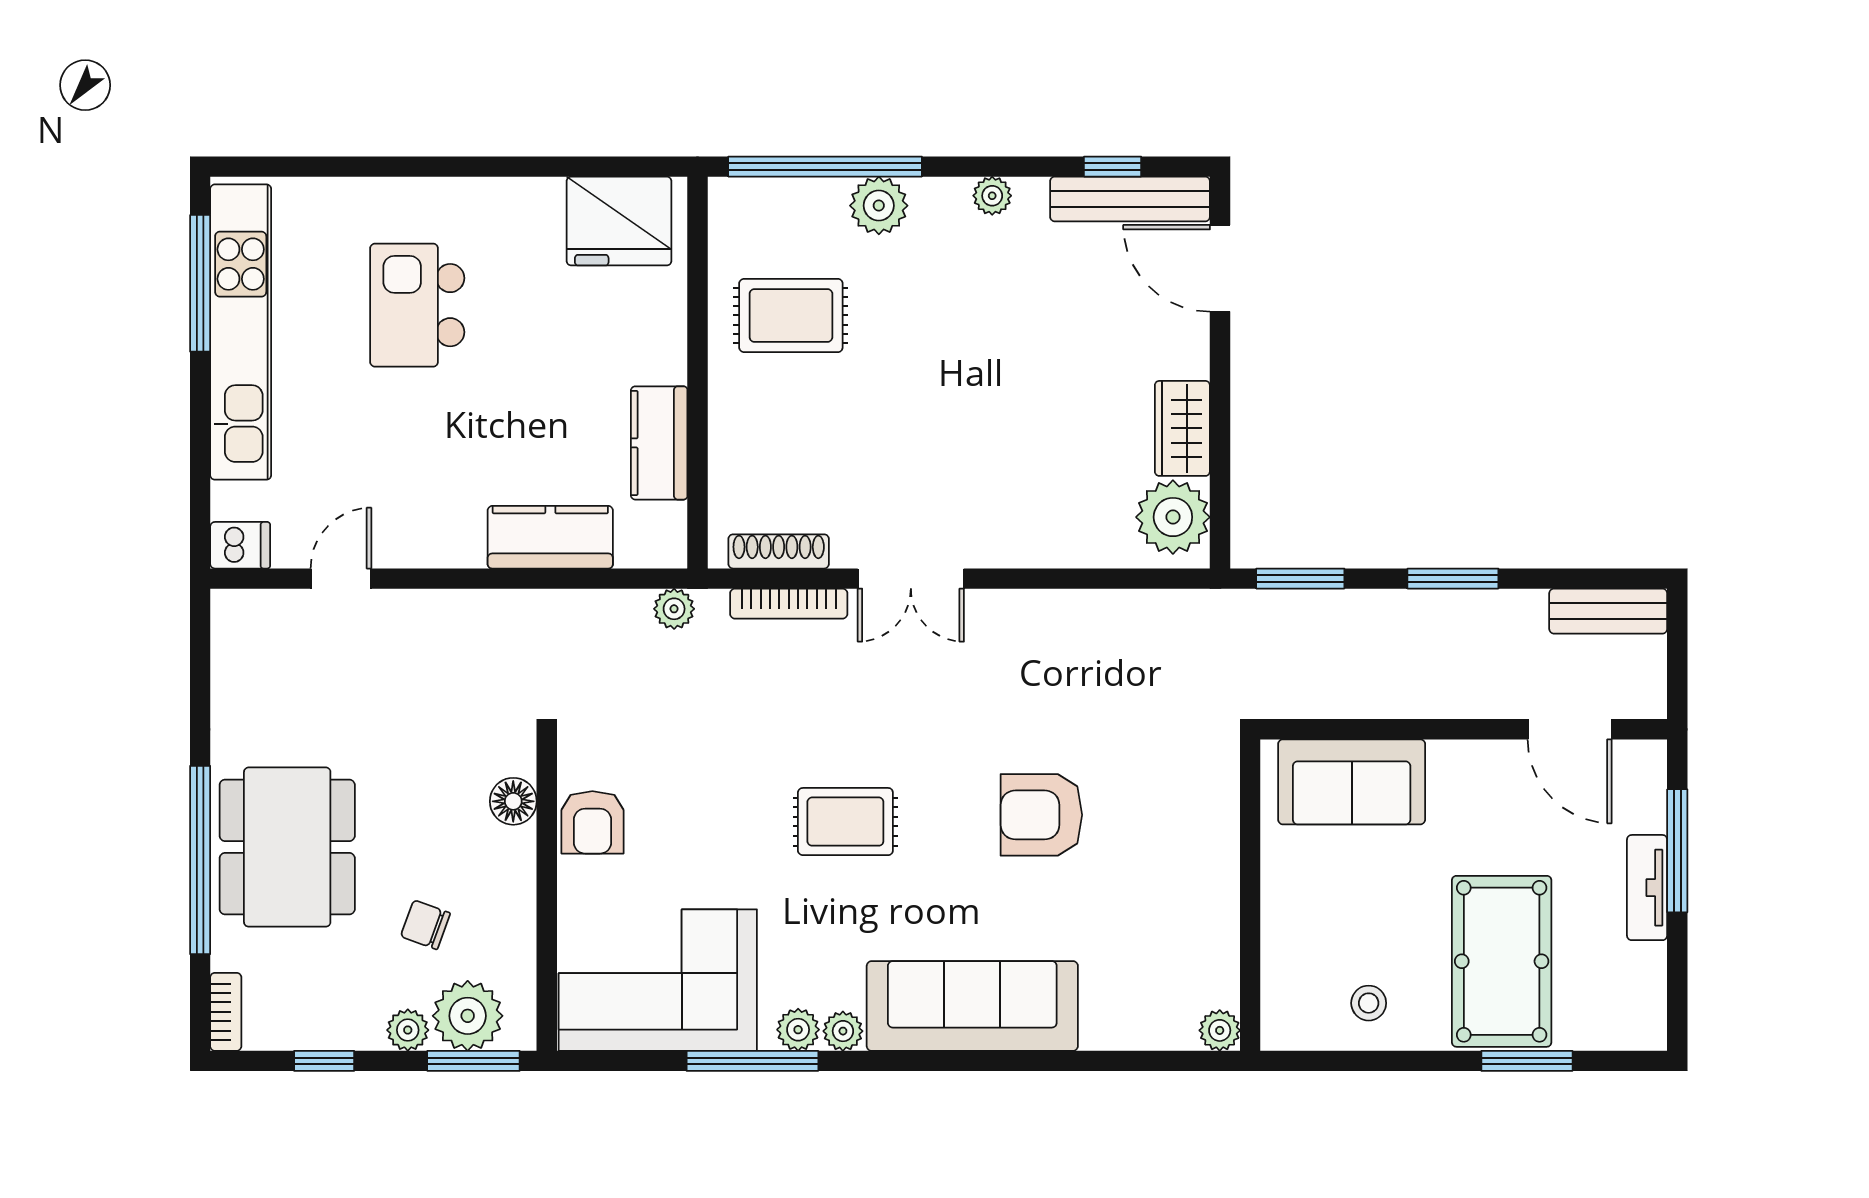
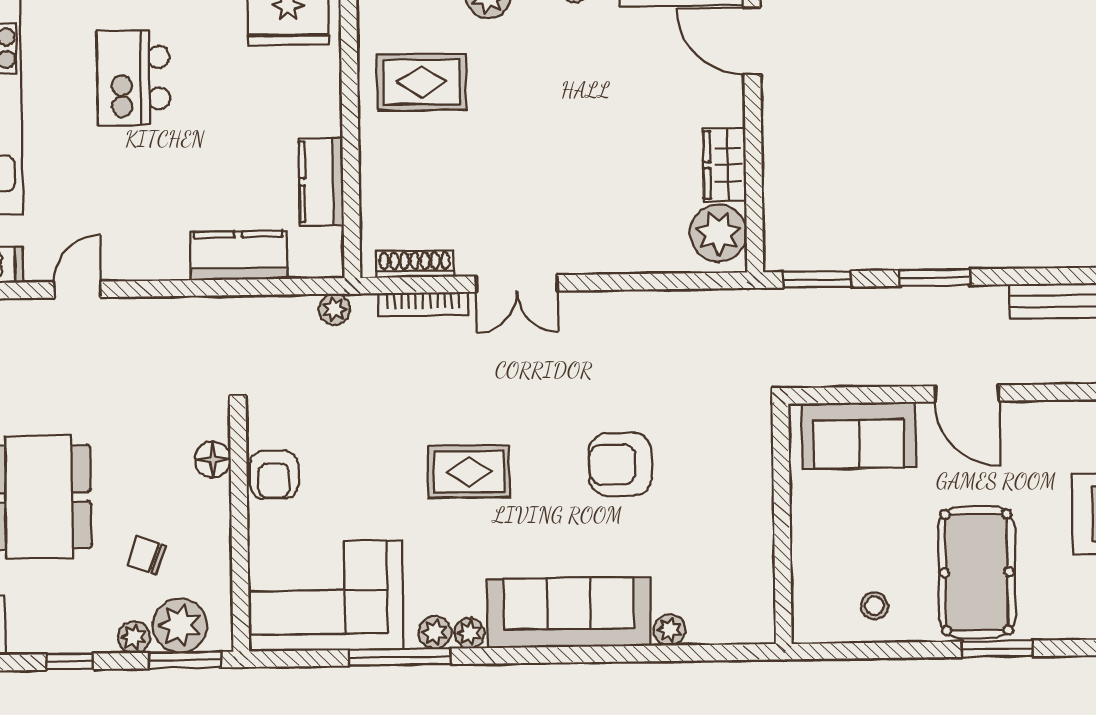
door: (1570, 729) -> (967, 393), moved
plant: (1220, 1030) -> (669, 630), moved

